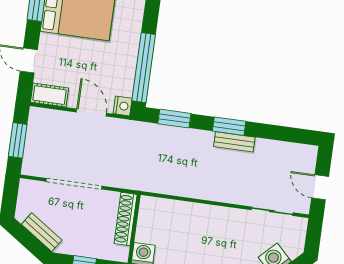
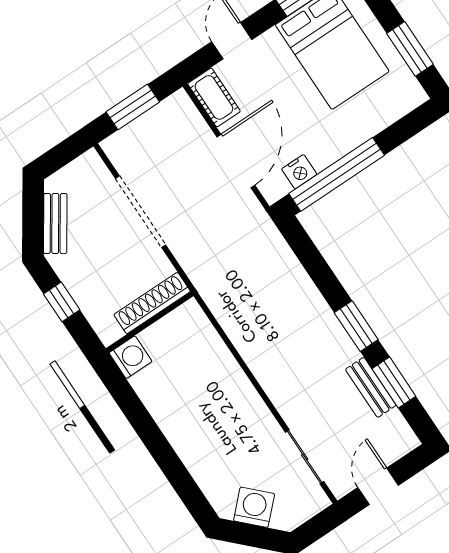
nightstand: (123, 106) -> (299, 172), moved
door: (91, 113) -> (236, 161), width x1.36
window: (174, 119) -> (394, 383), moved
bench: (234, 142) -> (371, 387), moved

